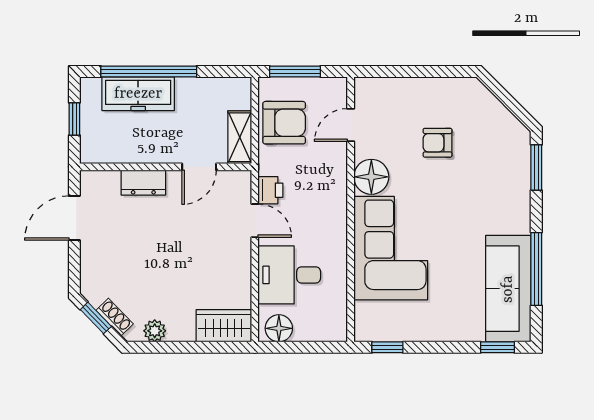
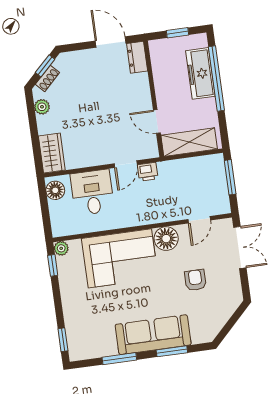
double door: (399, 72) -> (240, 248), added
armchair: (284, 123) -> (195, 175), removed
door: (351, 125) -> (199, 220), swing flipped
shelving: (240, 137) -> (189, 142), width x1.50, depth x1.33
window: (536, 168) -> (172, 351), moved
dresser: (143, 183) -> (137, 57), moved
window: (536, 269) -> (119, 359), width x0.69
sofa: (508, 289) -> (153, 335), moved
plant: (364, 331) -> (61, 248), added

